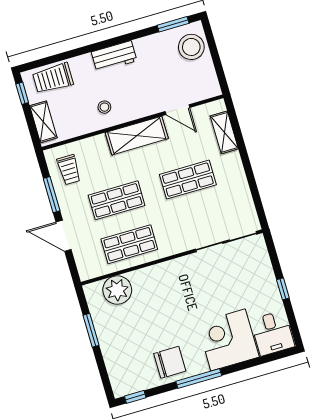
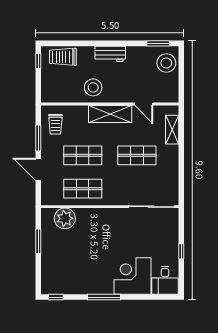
stool: (104, 107) -> (93, 87), width x1.89, depth x1.89
shelving: (43, 122) -> (47, 85), removed
chair: (170, 362) -> (87, 280), removed

